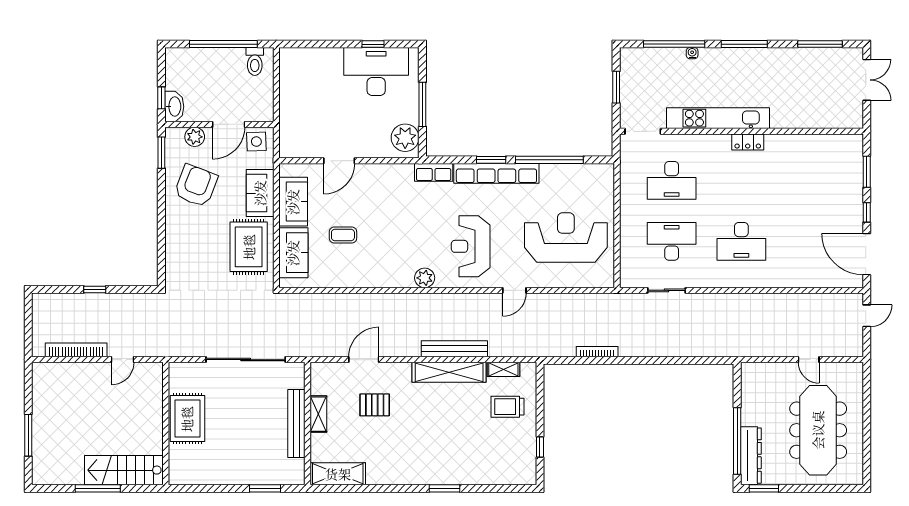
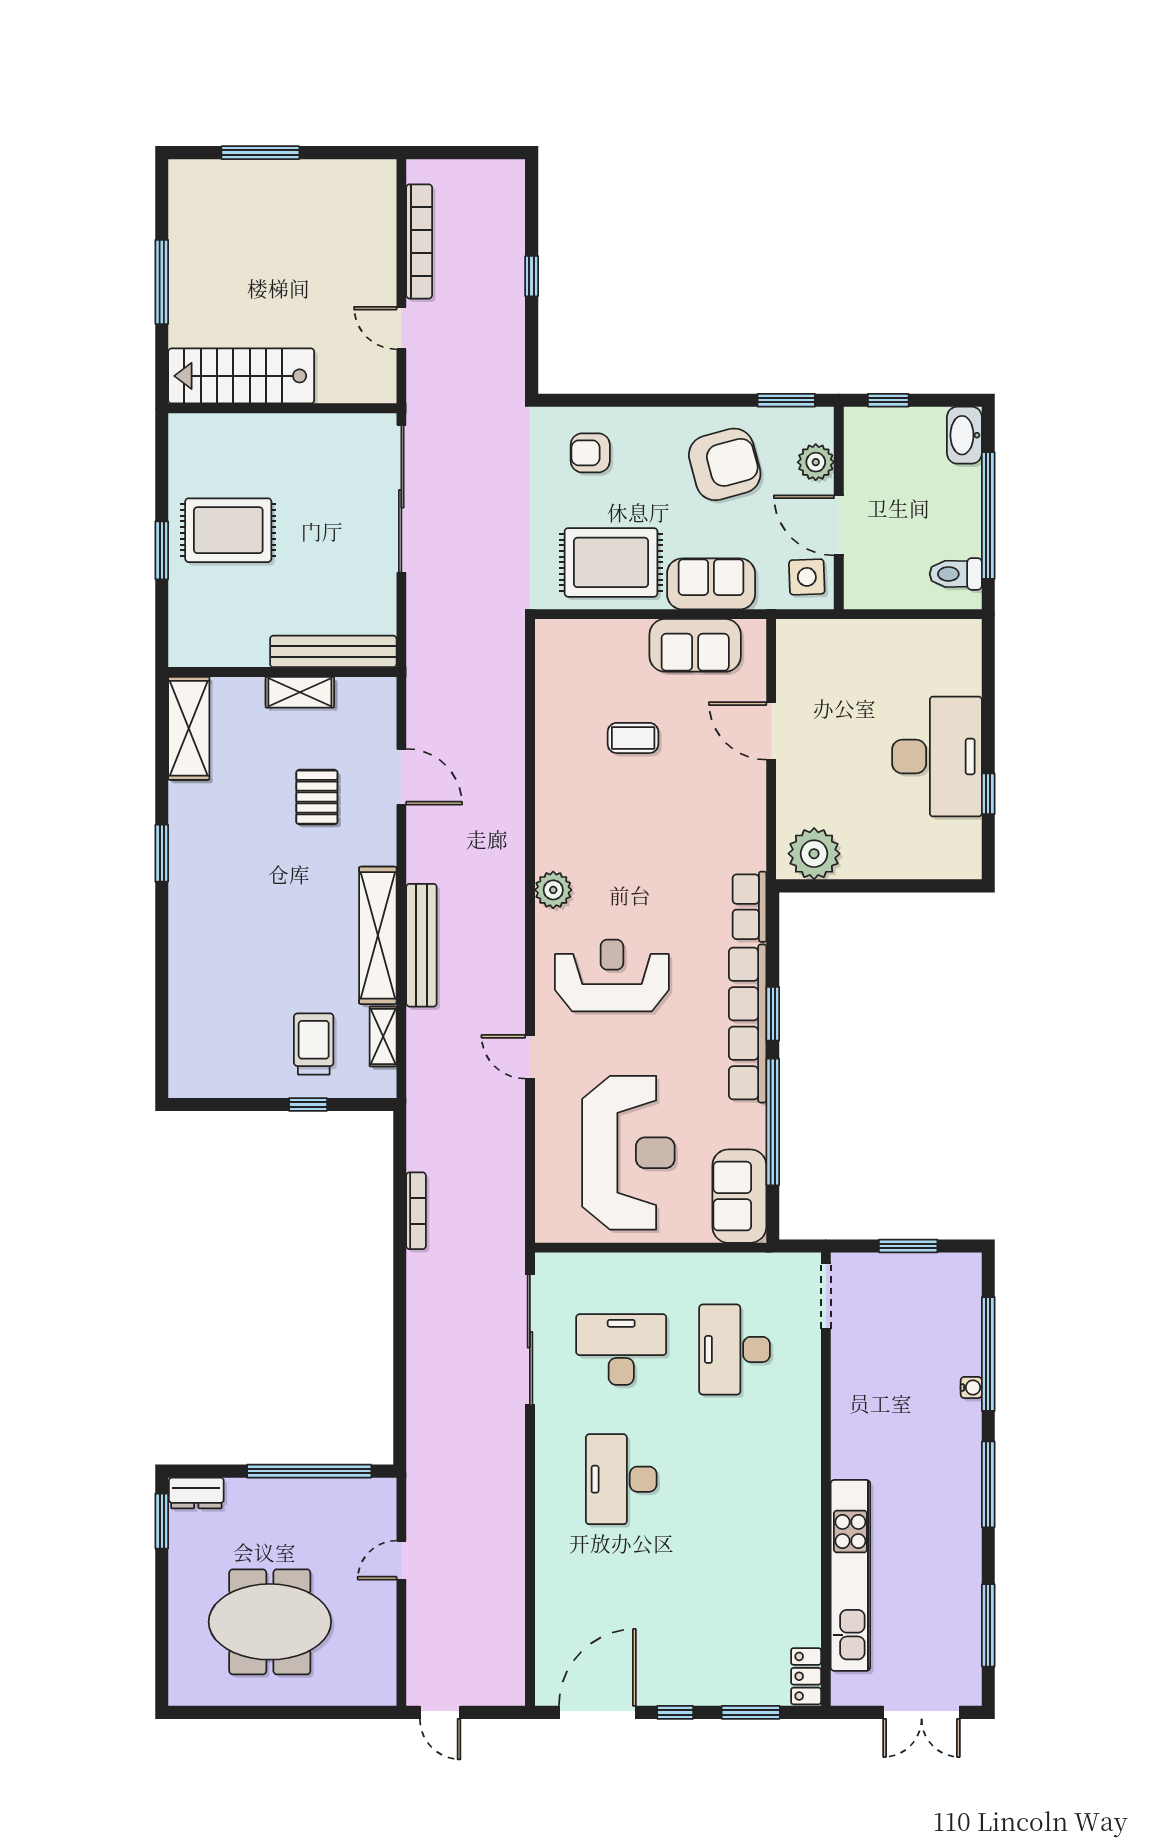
desk: (376, 72) -> (937, 756), moved
window: (422, 104) -> (876, 886), removed
washbasin: (174, 107) -> (964, 435), moved, turned 90
kitchen unit: (718, 118) -> (850, 1575), moved
locker: (748, 142) -> (806, 1676), moved
armchair: (196, 186) -> (725, 464), turned -36
coffee table: (343, 235) -> (633, 738), turned 90
desk: (672, 241) -> (621, 1349), turned -90
sofa: (293, 253) -> (739, 1196), moved, turned 90
armchair: (190, 258) -> (590, 453), added
sliding door: (666, 290) -> (530, 1340), width x1.86
door: (867, 316) -> (440, 1712), moved
sliding door: (246, 360) -> (401, 499), moved
door: (809, 360) -> (401, 1560), moved
rug: (187, 419) -> (228, 530), moved
bench: (296, 423) -> (333, 651), moved
meeting table: (818, 430) -> (270, 1622), width x0.73
window: (737, 441) -> (309, 1471), moved
window: (540, 447) -> (308, 1105), moved
dresser: (751, 456) -> (196, 1493), width x0.51, depth x0.80
stairs: (124, 470) -> (241, 376), moved, turned -90
window: (265, 488) -> (162, 550), moved
window: (444, 488) -> (162, 853), moved

